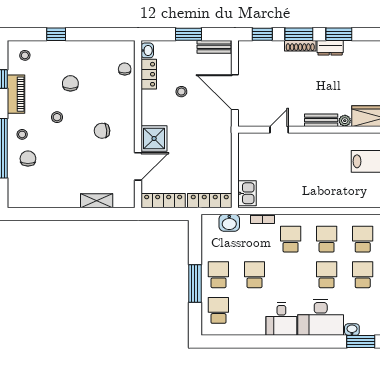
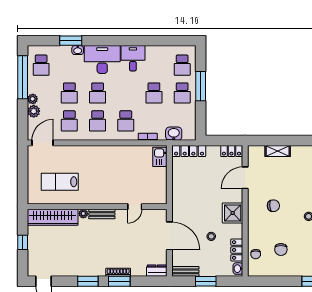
window: (262, 34) -> (148, 281), removed
dresser: (330, 48) -> (157, 271), moved
chair: (70, 83) -> (281, 249), moved
shower: (154, 138) -> (233, 213), moved
locker: (163, 201) -> (231, 151), width x0.66

